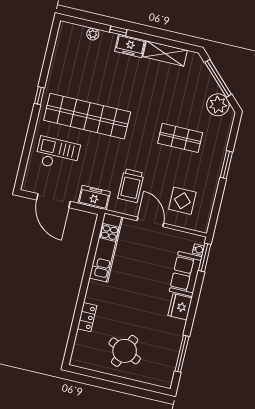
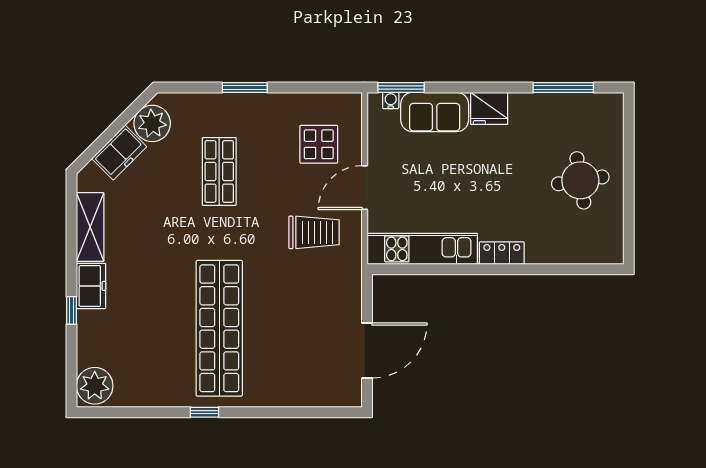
plant: (93, 34) -> (95, 386), moved, width x1.88, depth x1.88
window: (218, 78) -> (110, 133), removed
checkout: (57, 154) -> (291, 361), removed
freezer: (94, 198) -> (119, 153), moved, turned -135
locker: (87, 317) -> (502, 253), moved
round table: (125, 351) -> (580, 180), turned -33

